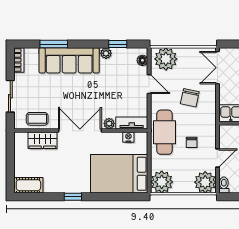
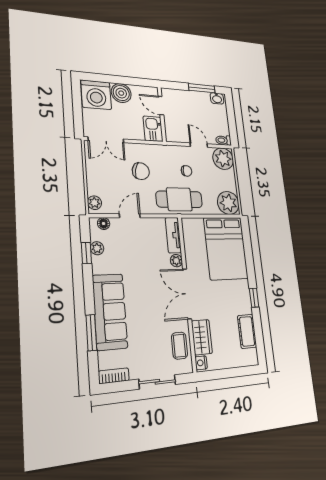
plant: (106, 53) -> (97, 248), moved
plant: (166, 59) -> (95, 203), width x0.53, depth x0.53
nightstand: (128, 137) -> (201, 363), moved
cot: (28, 185) -> (247, 331), moved

